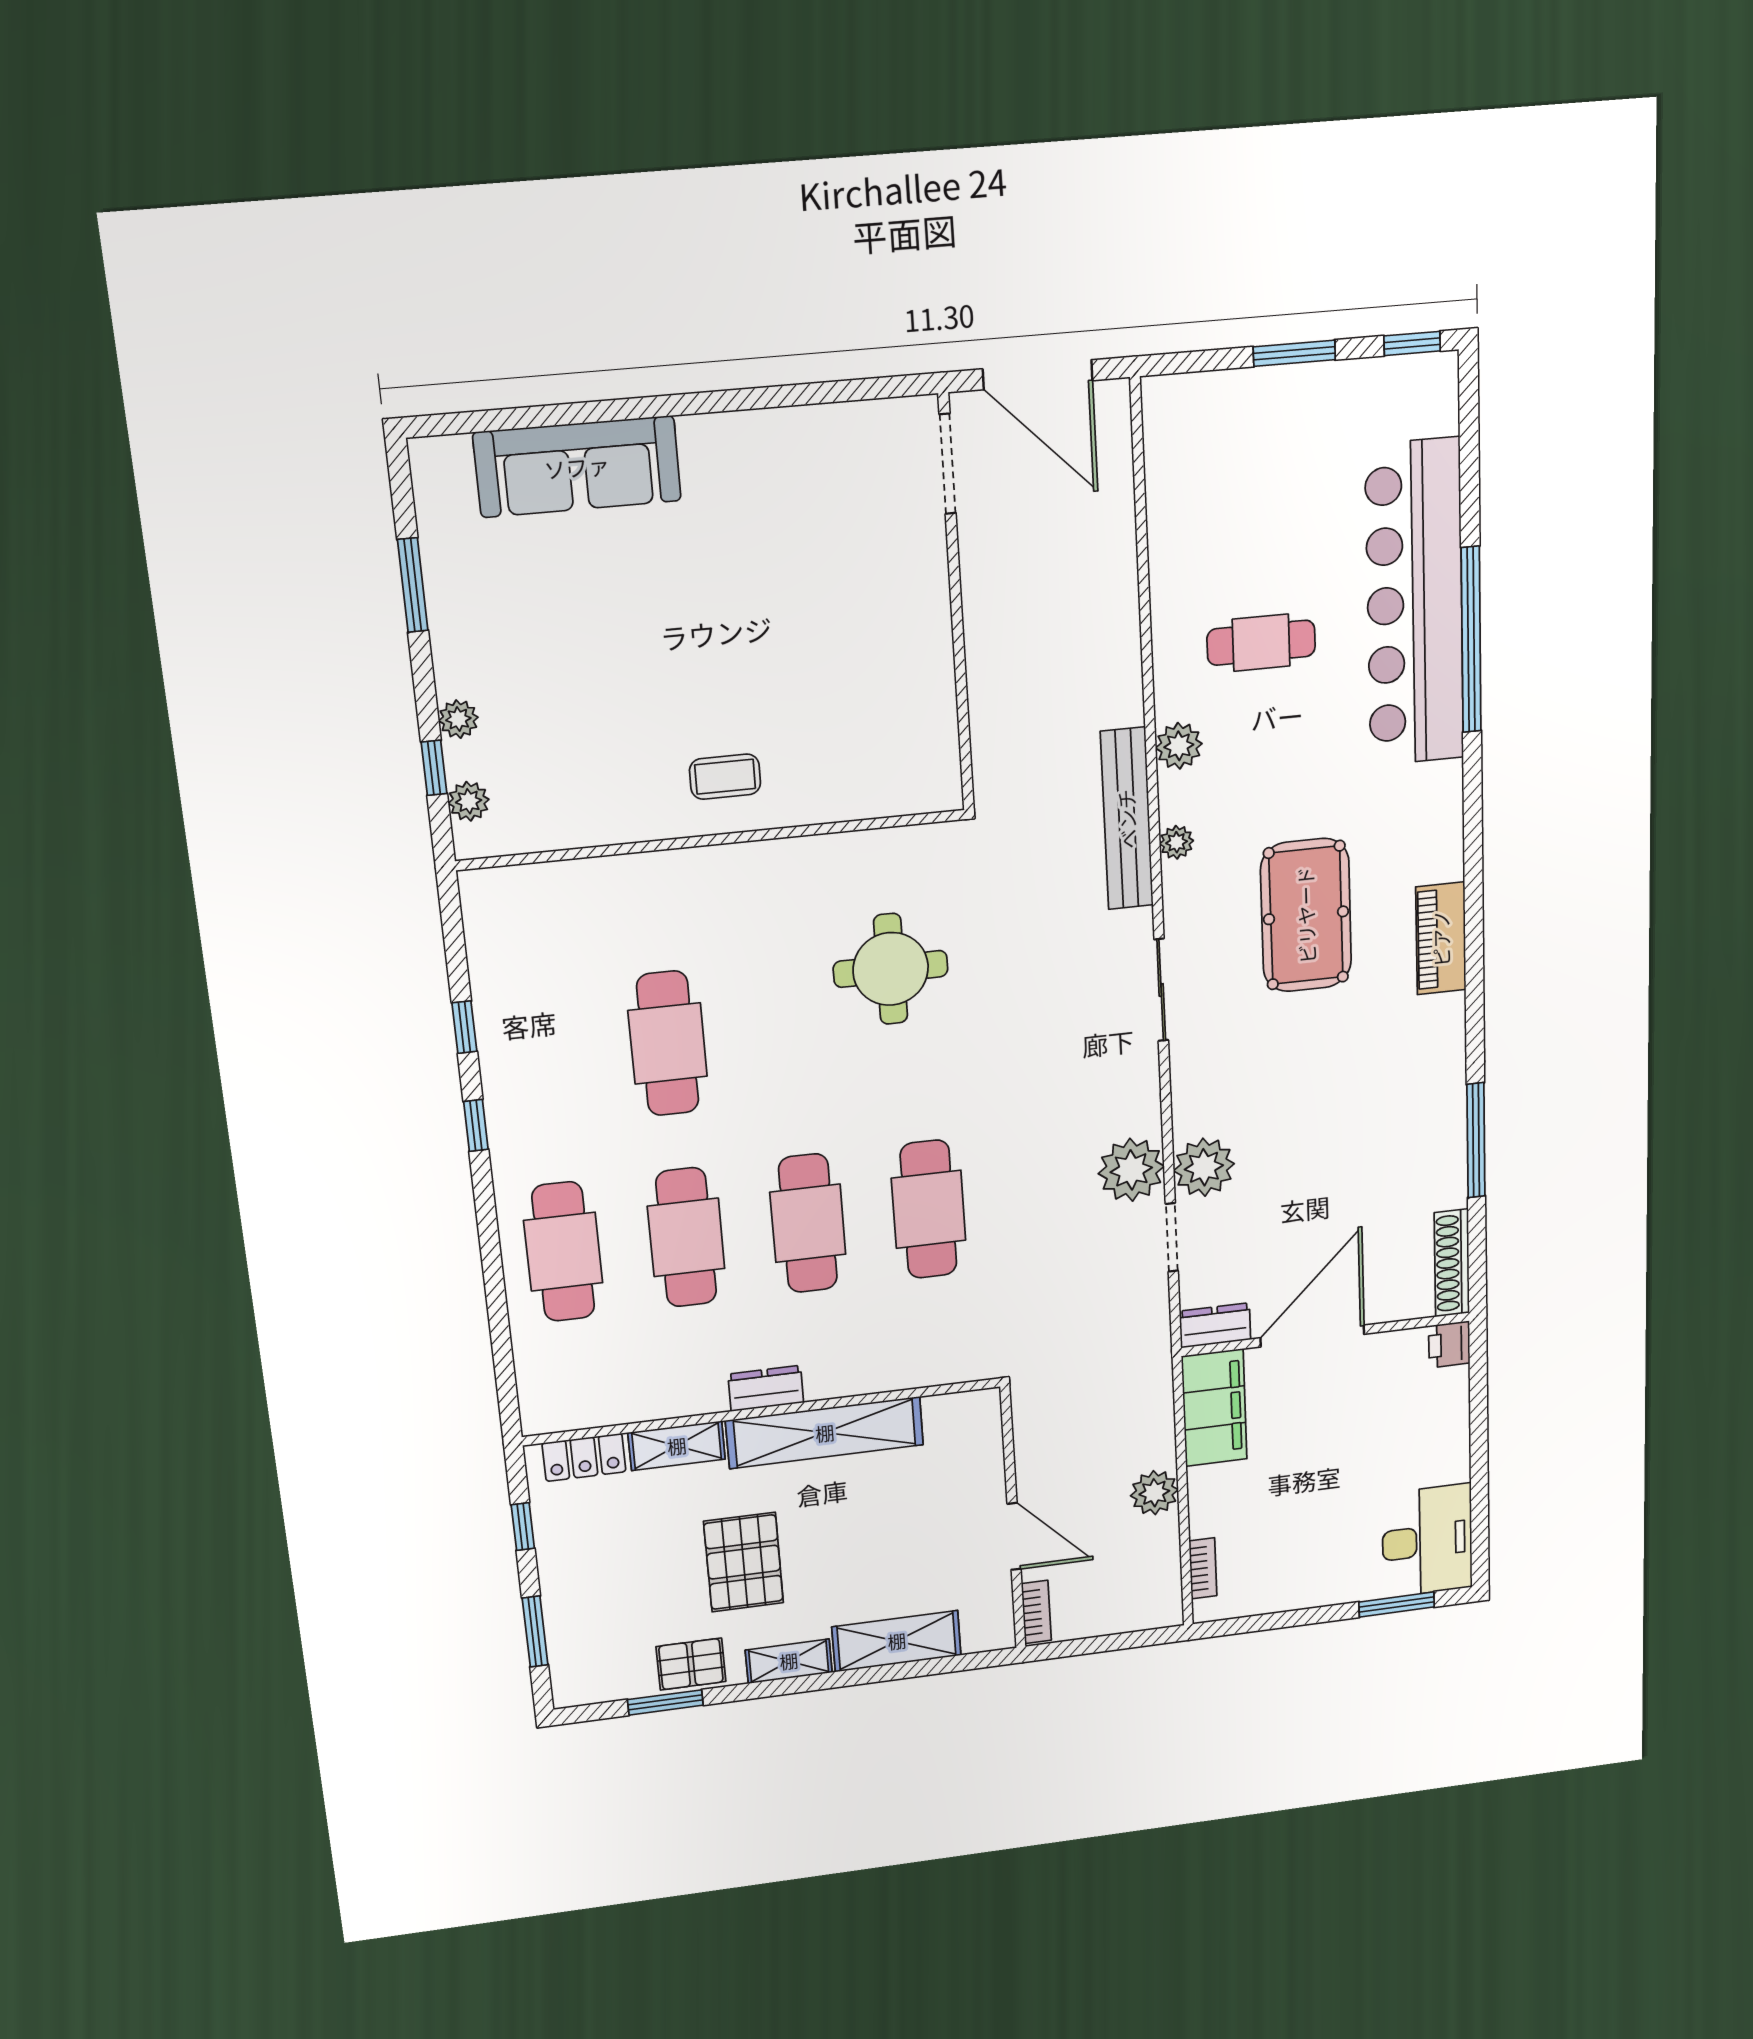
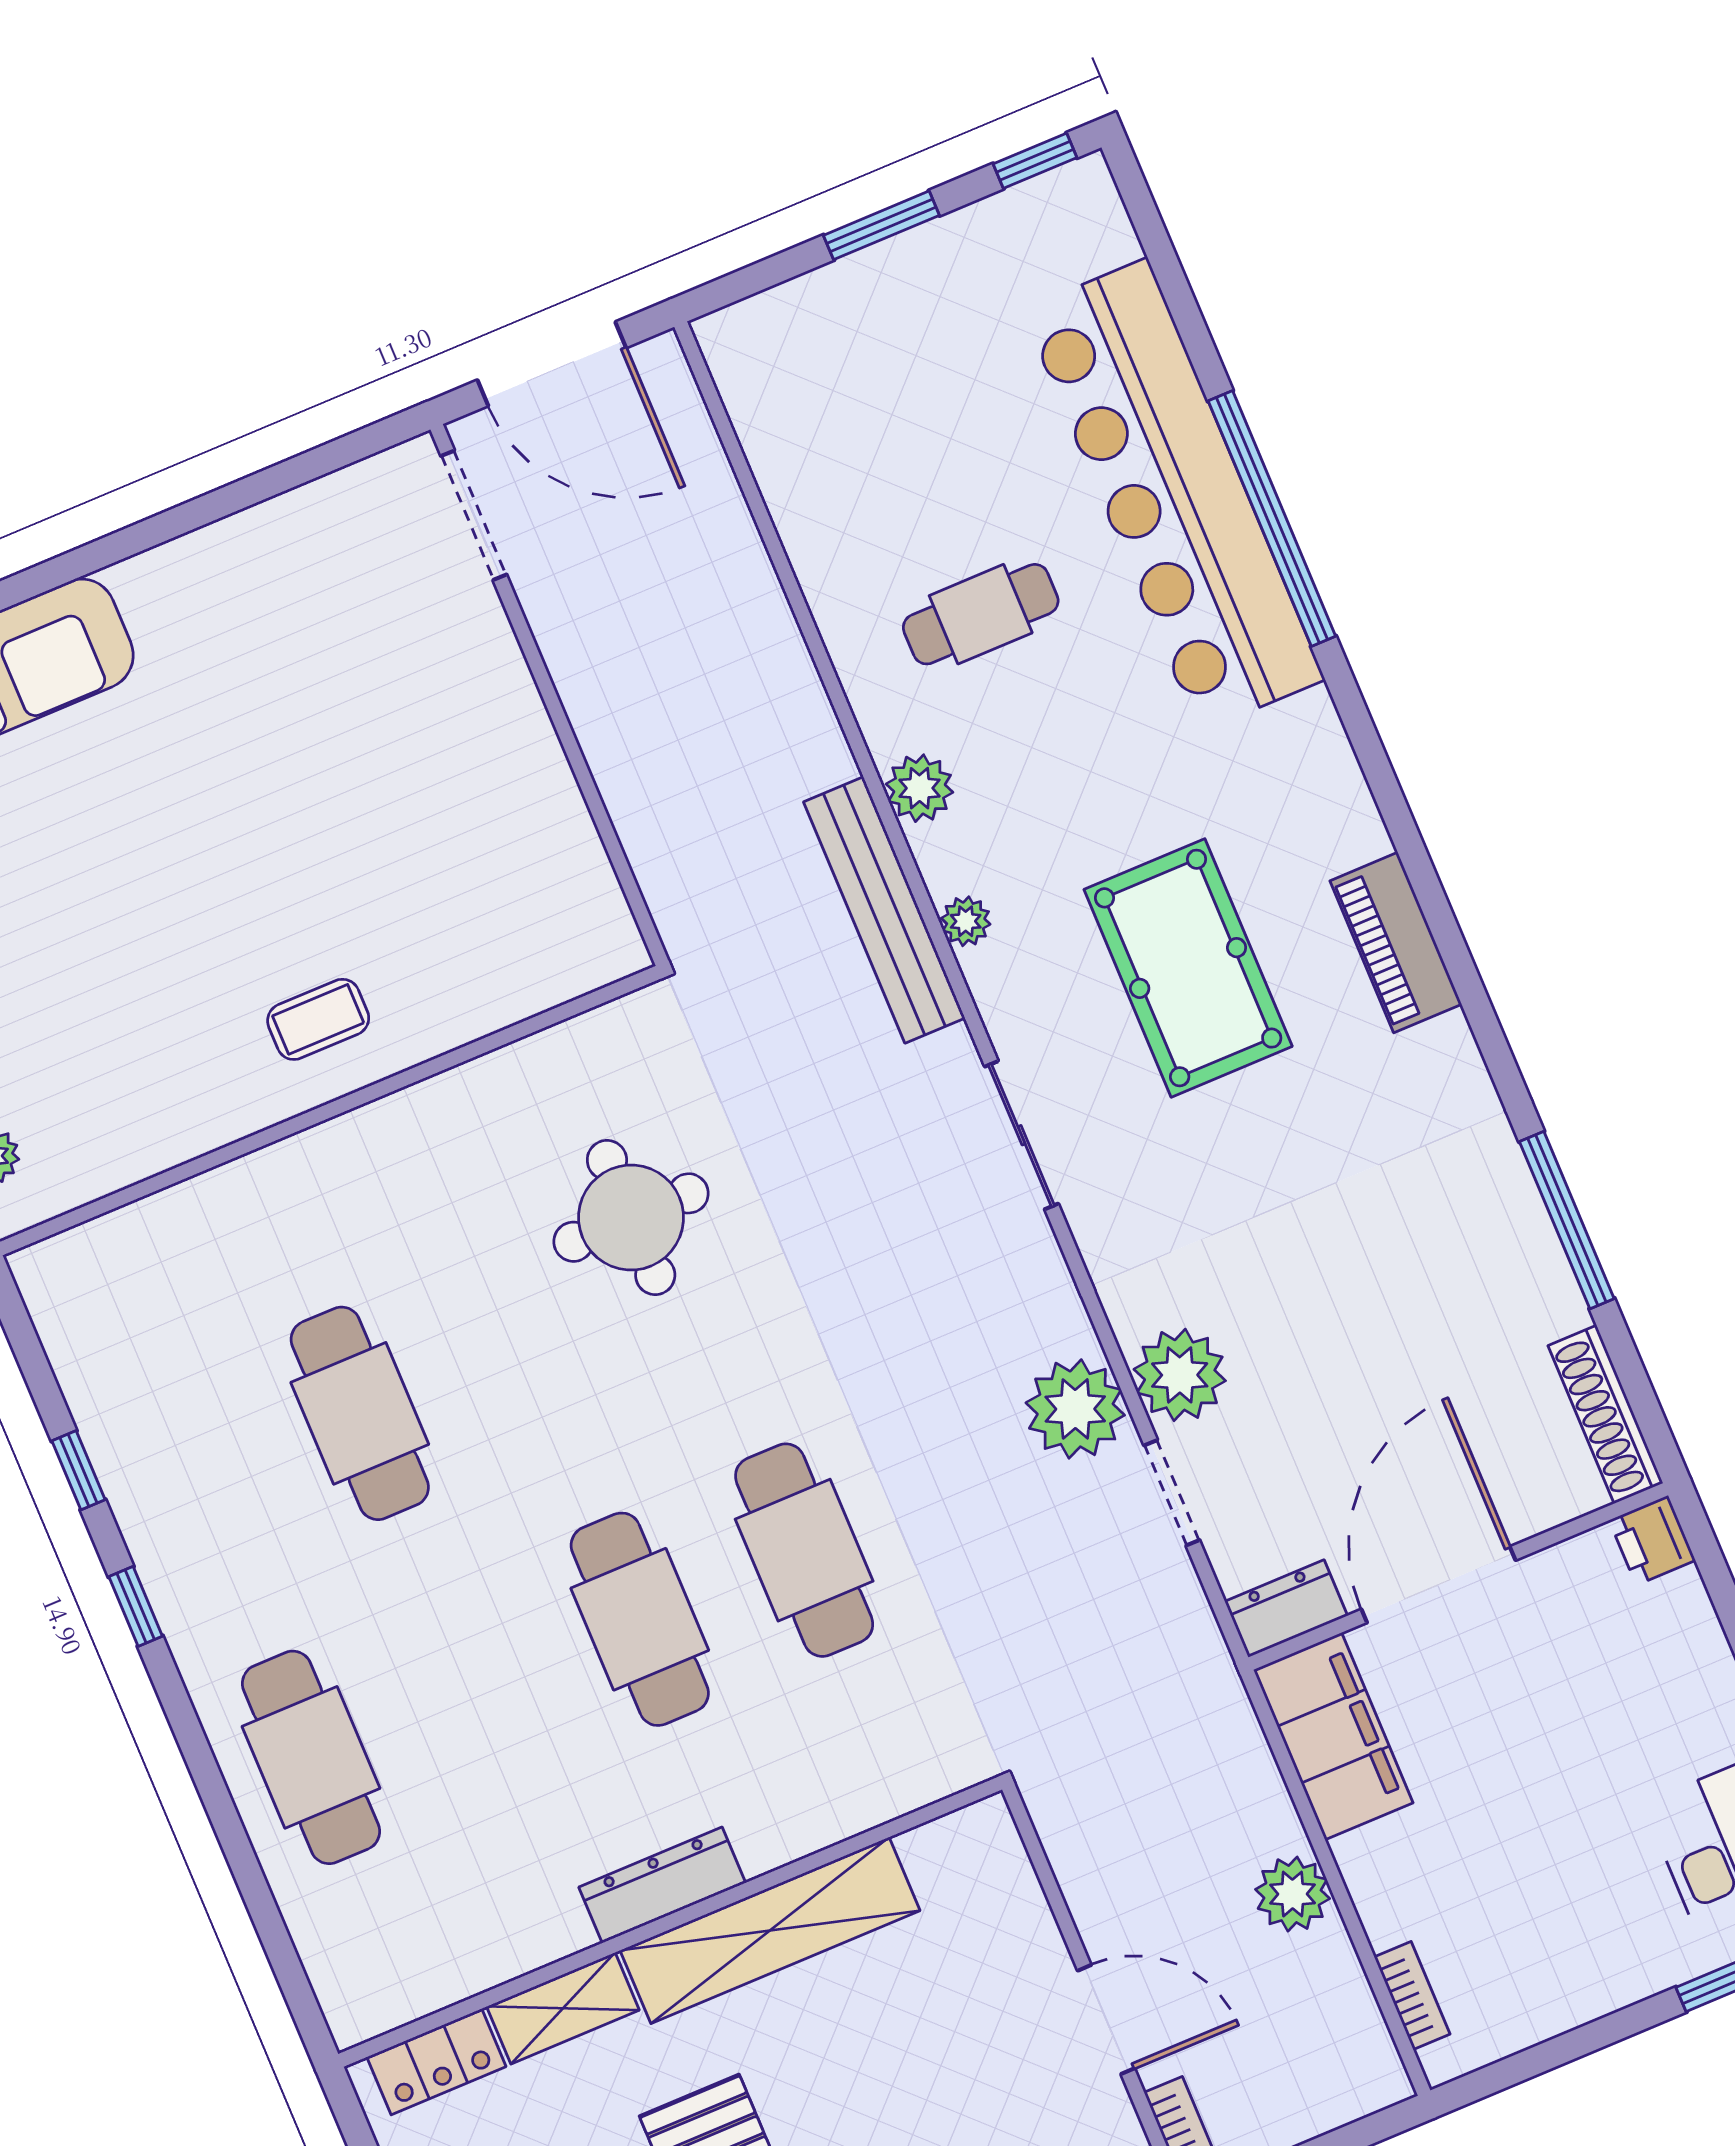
cafe table: (686, 1237) -> (475, 1688), removed
dresser: (766, 1388) -> (662, 1885), width x1.44

